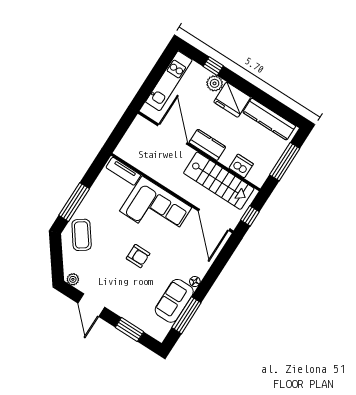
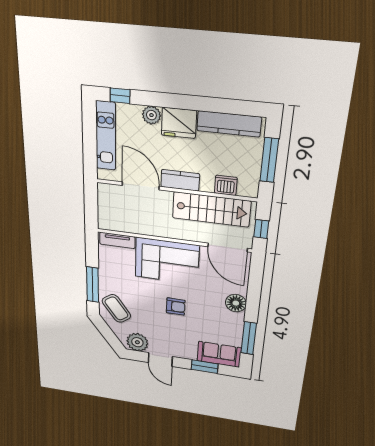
window: (213, 66) -> (120, 96), moved
plant: (73, 279) -> (137, 342), width x1.88, depth x1.88
floor lamp: (195, 282) -> (236, 303), width x1.89, depth x1.89
sofa: (174, 301) -> (219, 354), moved, turned 90

